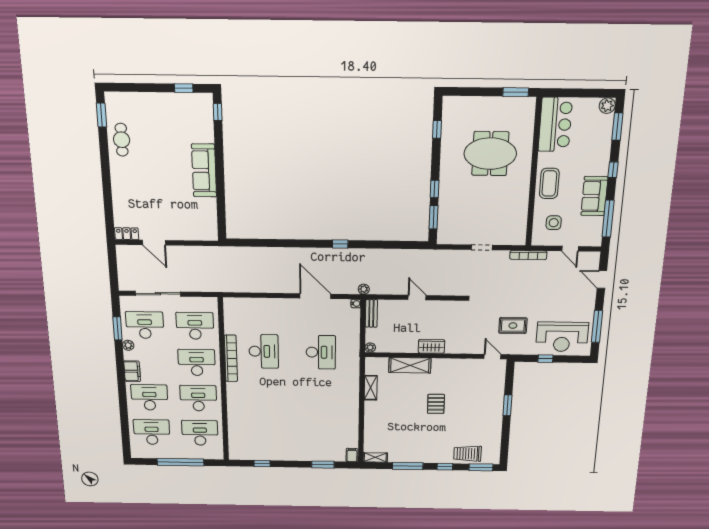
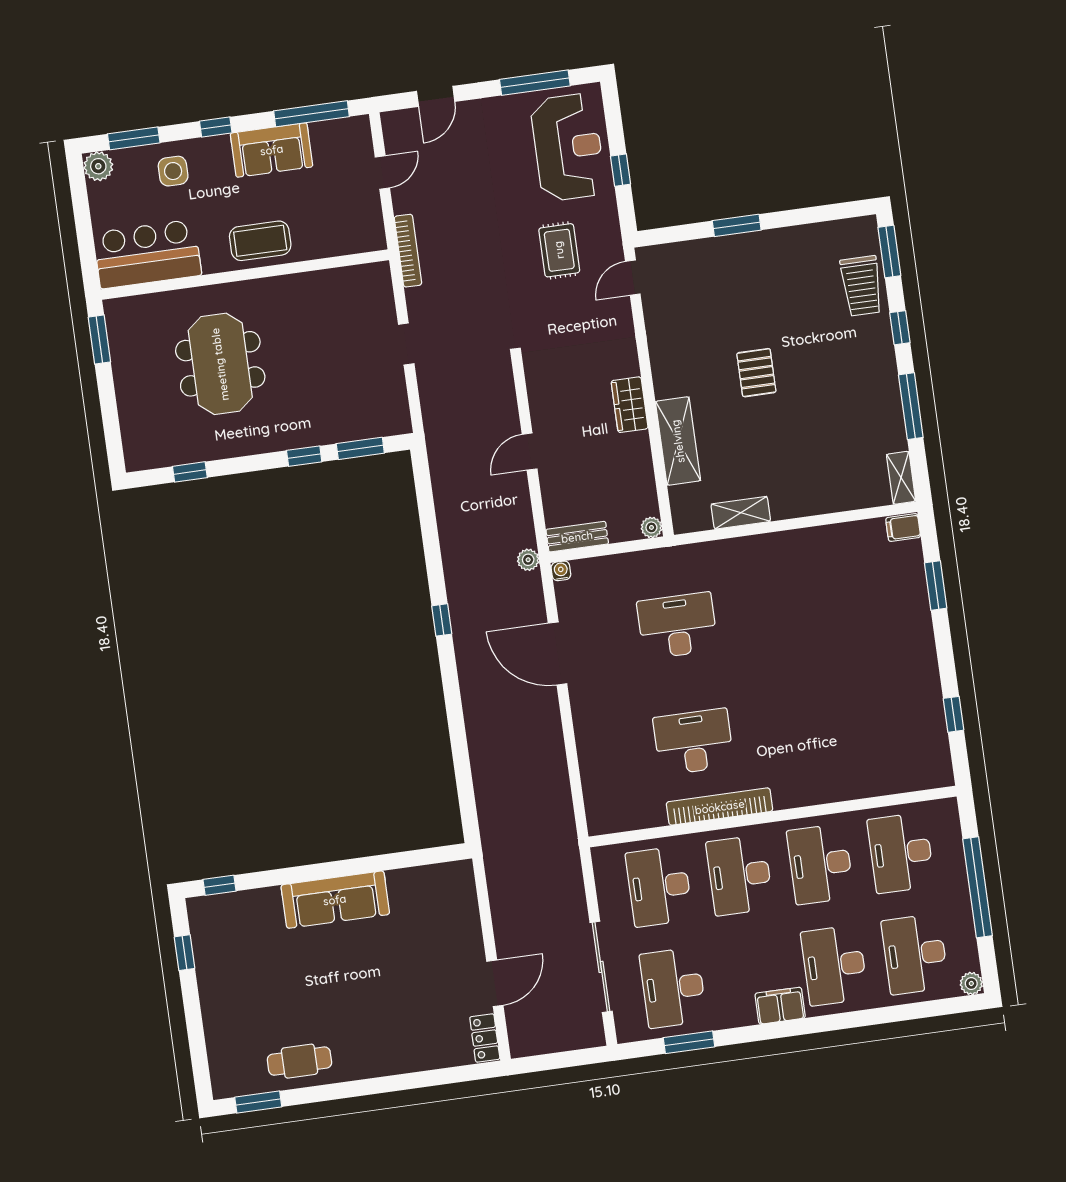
side table: (554, 223) -> (173, 171), moved
door: (315, 296) -> (558, 653), hinge flipped
plant: (128, 345) -> (971, 983), moved
pallet: (436, 404) -> (756, 373), turned 90

